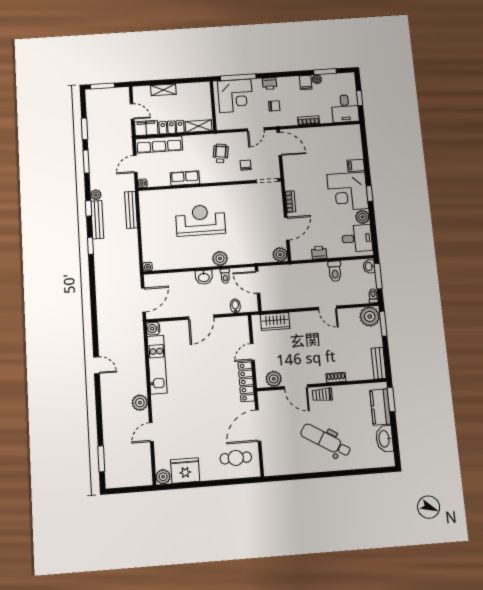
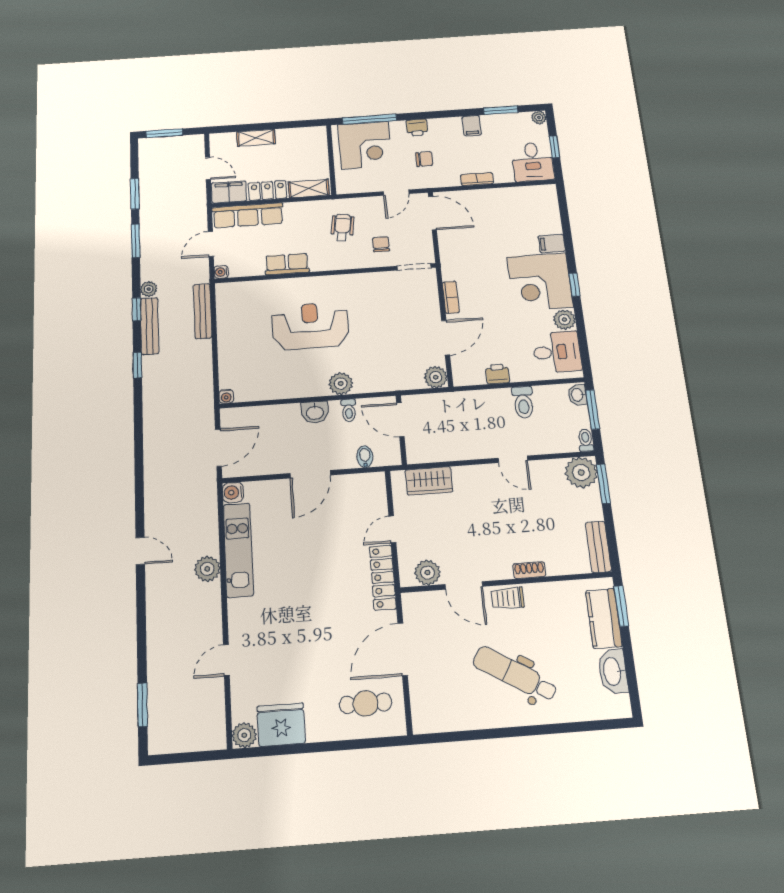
plant: (317, 79) -> (539, 117), moved
plant: (140, 403) -> (207, 569), moved

